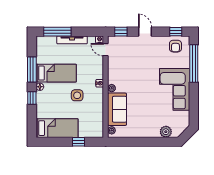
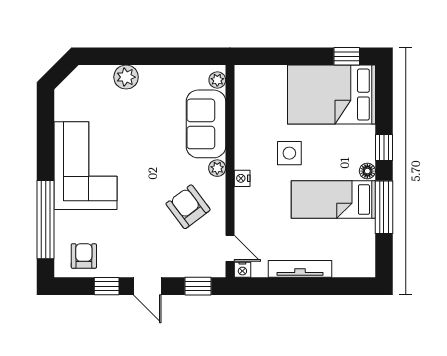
window: (57, 32) -> (331, 286), removed
window: (176, 32) -> (107, 286), moved
armchair: (126, 70) -> (188, 207), added
bed: (57, 128) -> (331, 95), width x1.50
plant: (166, 132) -> (126, 77), moved
window: (78, 142) -> (347, 56), moved

